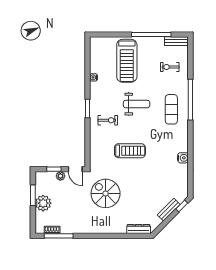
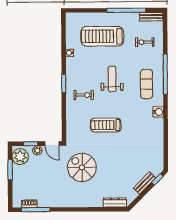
treadmill: (127, 61) -> (102, 36), turned 90
weight bench: (137, 104) -> (112, 79), turned -90
treadmill: (130, 151) -> (106, 125), turned 180
water cooler: (183, 158) -> (158, 112), moved
plant: (43, 203) -> (20, 157), moved

